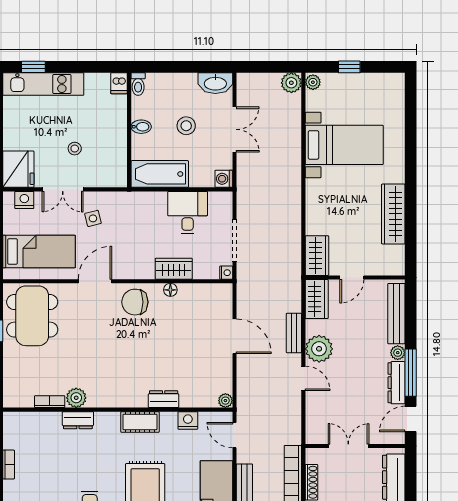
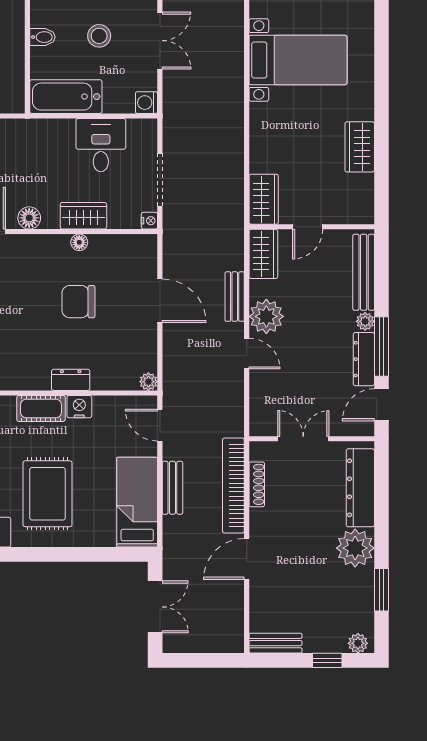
wardrobe: (393, 214) -> (360, 147), width x0.67
floor lamp: (131, 270) -> (29, 218), added
chair: (135, 302) -> (78, 302), moved
nightstand: (188, 420) -> (79, 407), moved

